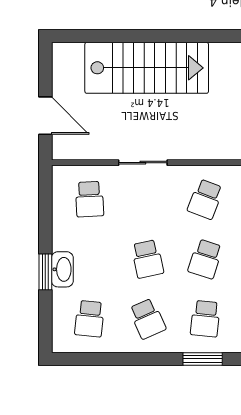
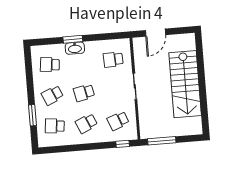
school desk: (205, 199) -> (118, 121), turned -42
school desk: (205, 259) -> (86, 123), turned -42
window: (203, 359) -> (33, 115), moved

